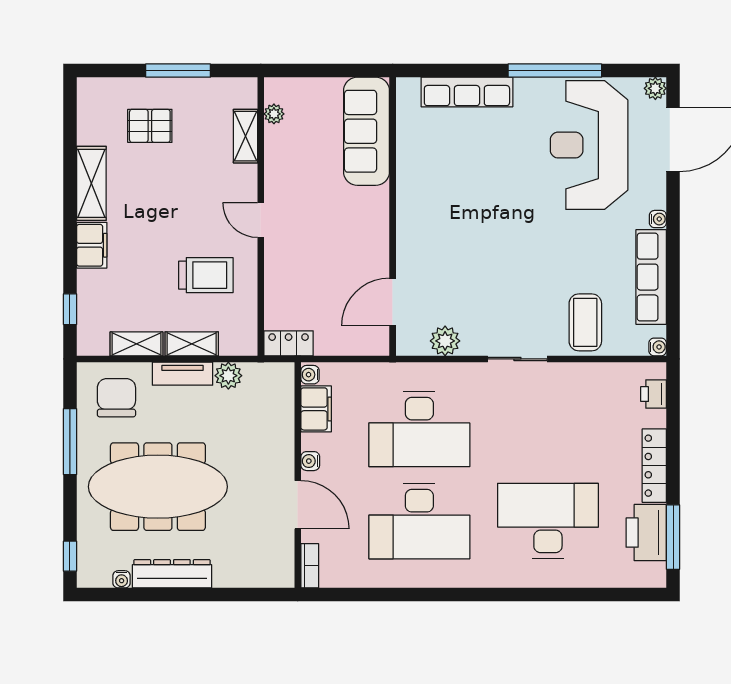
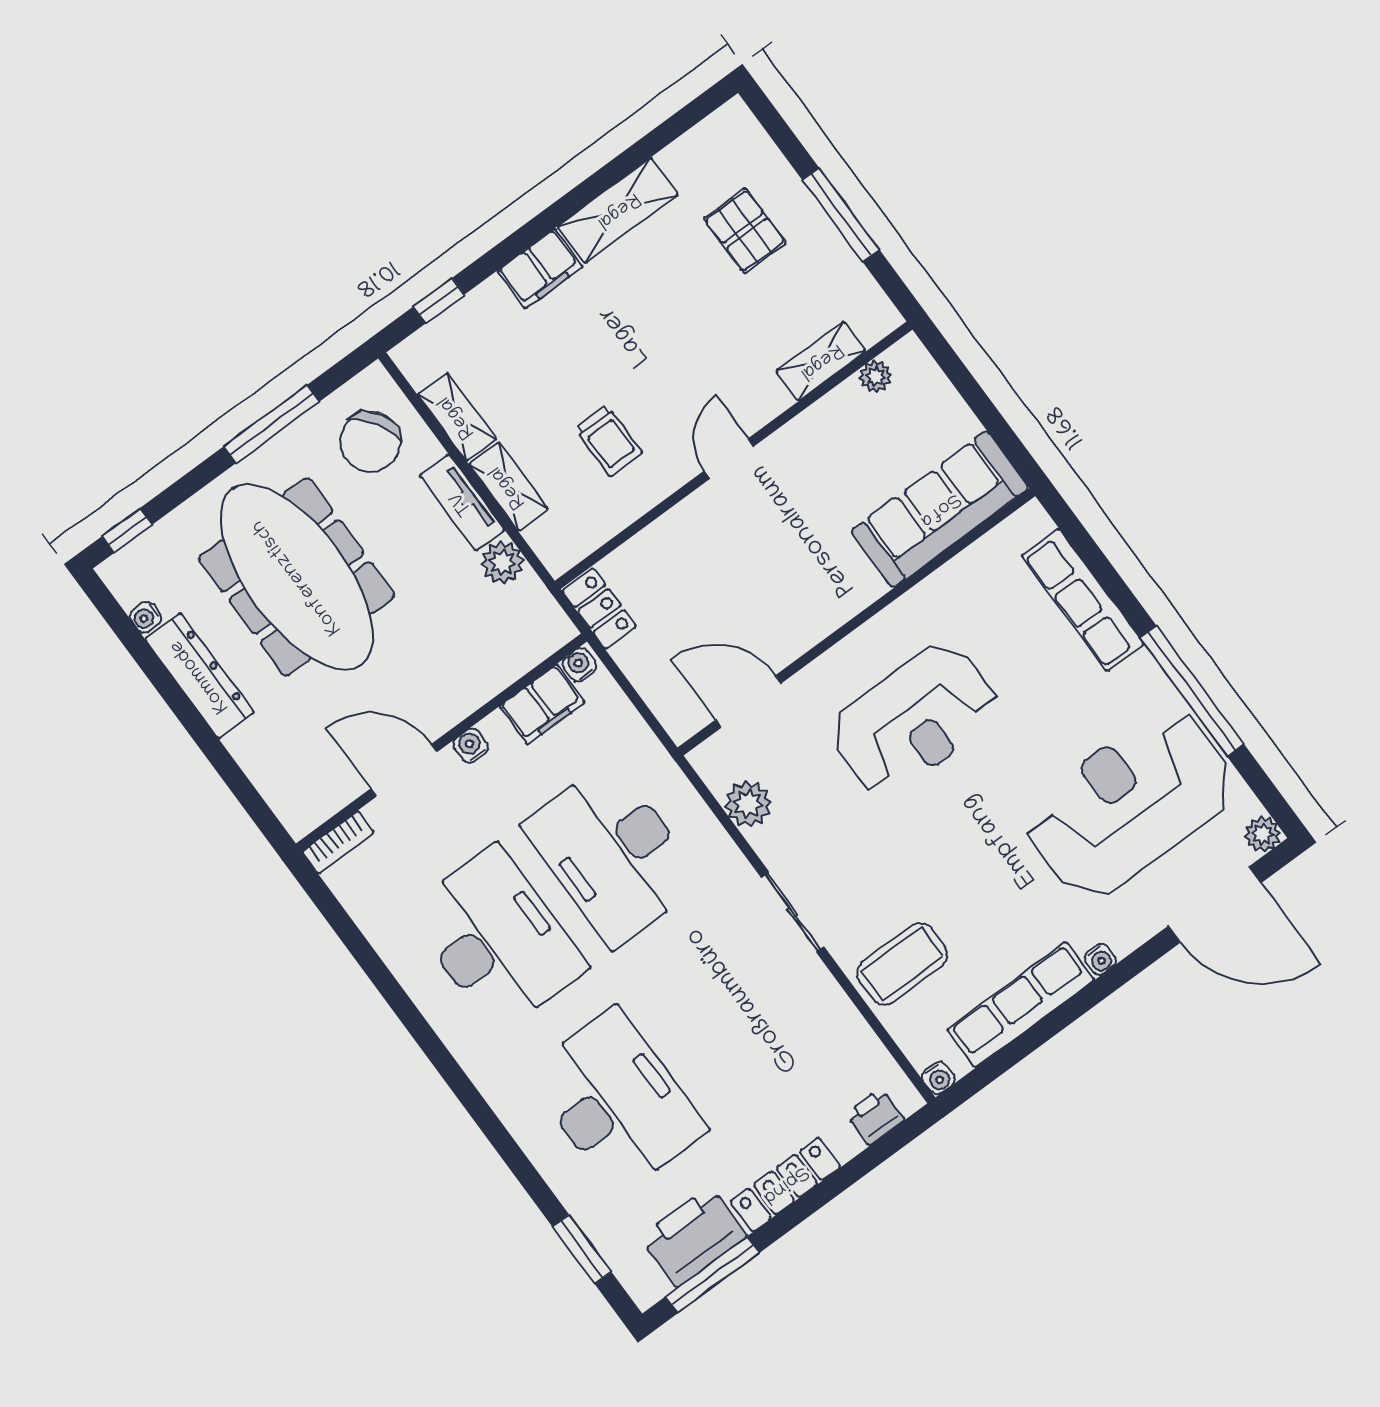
reception desk: (465, 224) -> (914, 719), added
trolley: (206, 275) -> (608, 441), width x0.73, depth x0.72
chair: (116, 398) -> (370, 442), turned 149
door: (298, 505) -> (404, 770), swing flipped
desk: (419, 521) -> (497, 939), turned 180
window: (611, 595) -> (582, 1249), added

